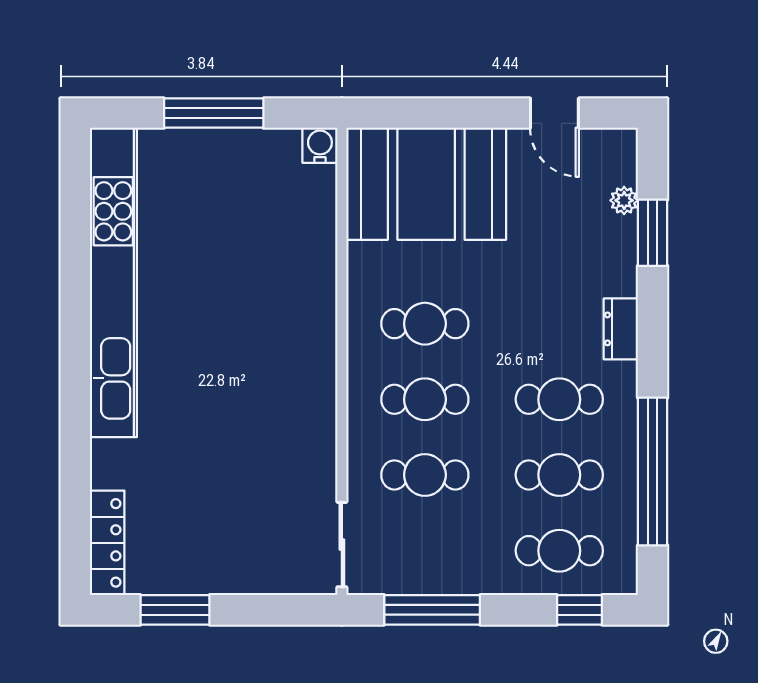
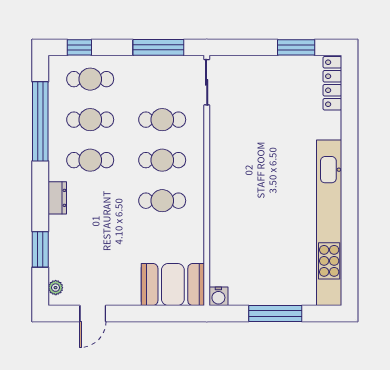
door: (554, 113) -> (93, 313), swing flipped
booth: (426, 184) -> (173, 285), width x0.73, depth x0.70
plant: (624, 200) -> (56, 288), moved

